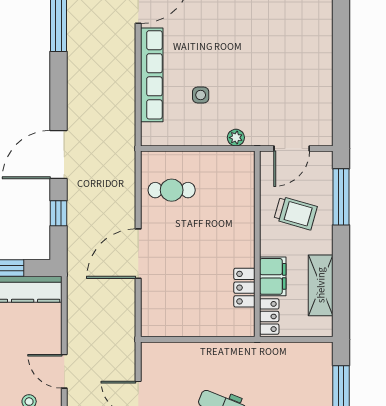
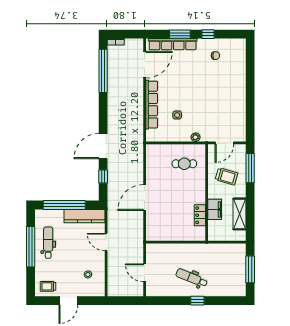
cafe table: (172, 190) -> (184, 164), moved
locker: (269, 316) -> (213, 230), removed
door: (64, 371) -> (106, 242), moved

